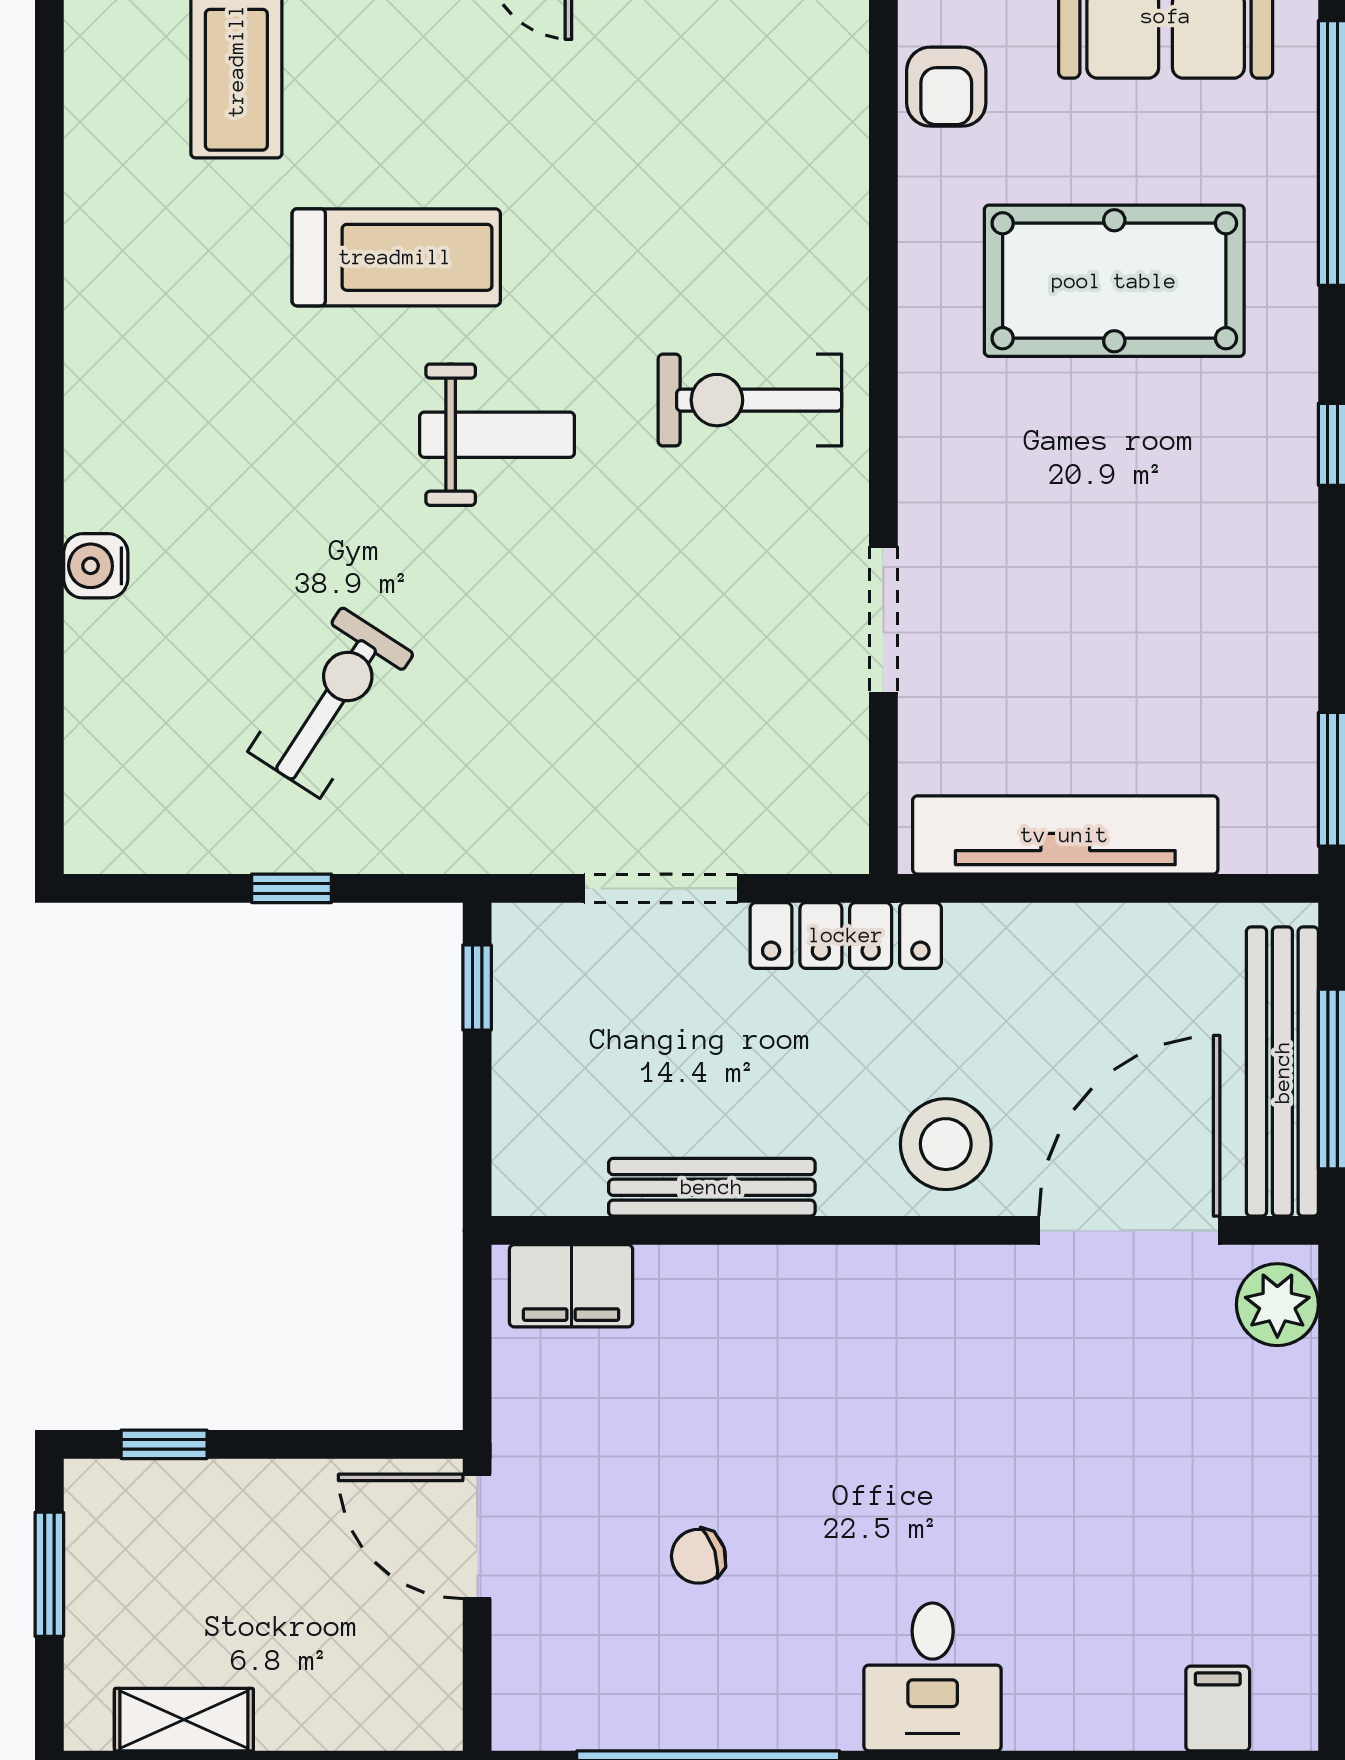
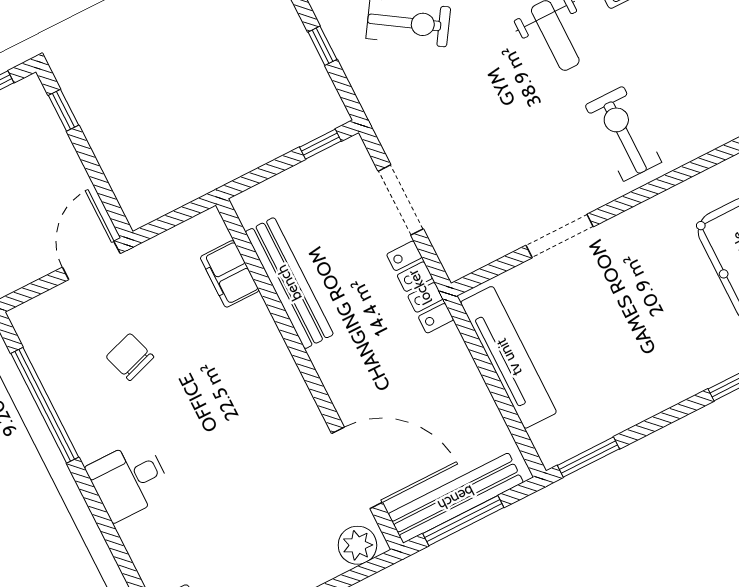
stool: (946, 1144) -> (354, 373), removed
bench: (712, 1187) -> (289, 283), width x1.37, depth x1.21
filing cabinet: (571, 1286) -> (230, 274), moved
chair: (698, 1556) -> (130, 357), width x1.37, depth x1.37

